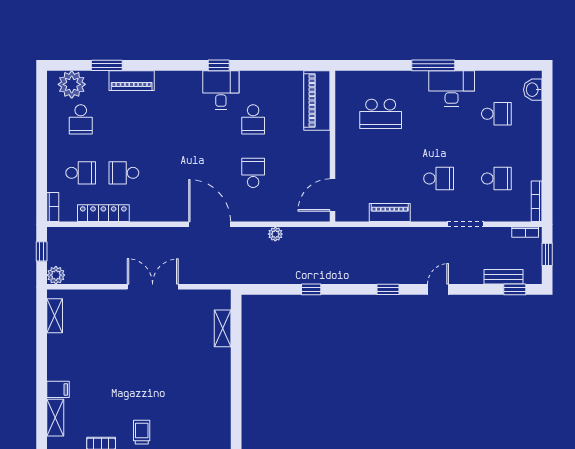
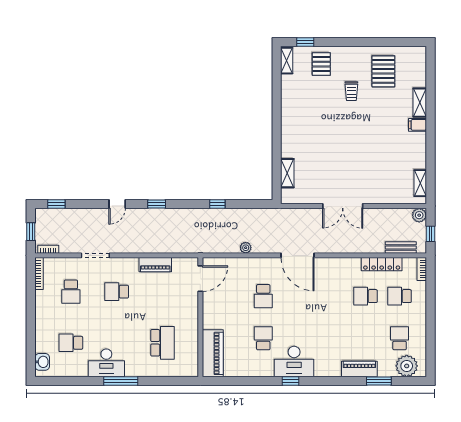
desk: (221, 90) -> (294, 362), width x1.37
school desk: (381, 114) -> (162, 343), turned 90
school desk: (124, 173) -> (365, 296), turned 180
school desk: (496, 179) -> (71, 292), turned -90
bench: (503, 277) -> (401, 247), moved

